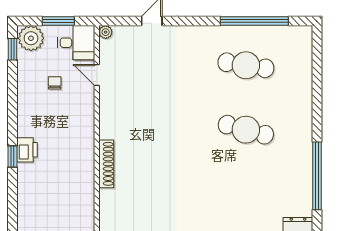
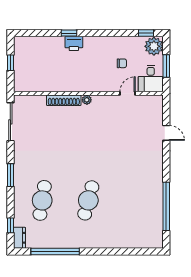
plant: (106, 32) -> (87, 100), moved
cafe table: (246, 65) -> (42, 200), moved

